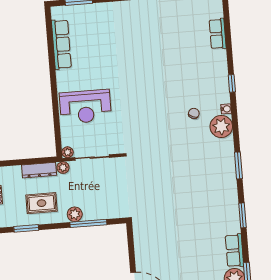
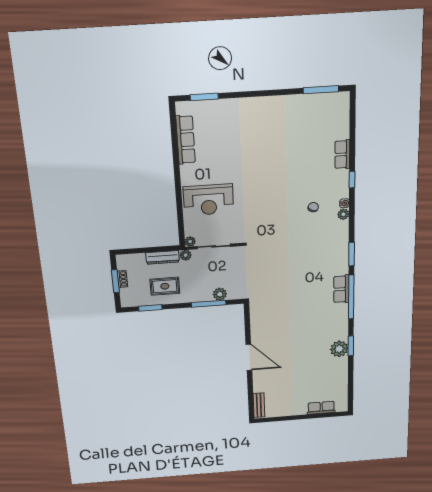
row of seats: (218, 34) -> (342, 154), moved
plant: (221, 126) -> (343, 214), width x0.53, depth x0.53
plant: (75, 214) -> (220, 294), moved
window: (242, 215) -> (351, 297), width x2.11
row of seats: (234, 250) -> (341, 289), moved

